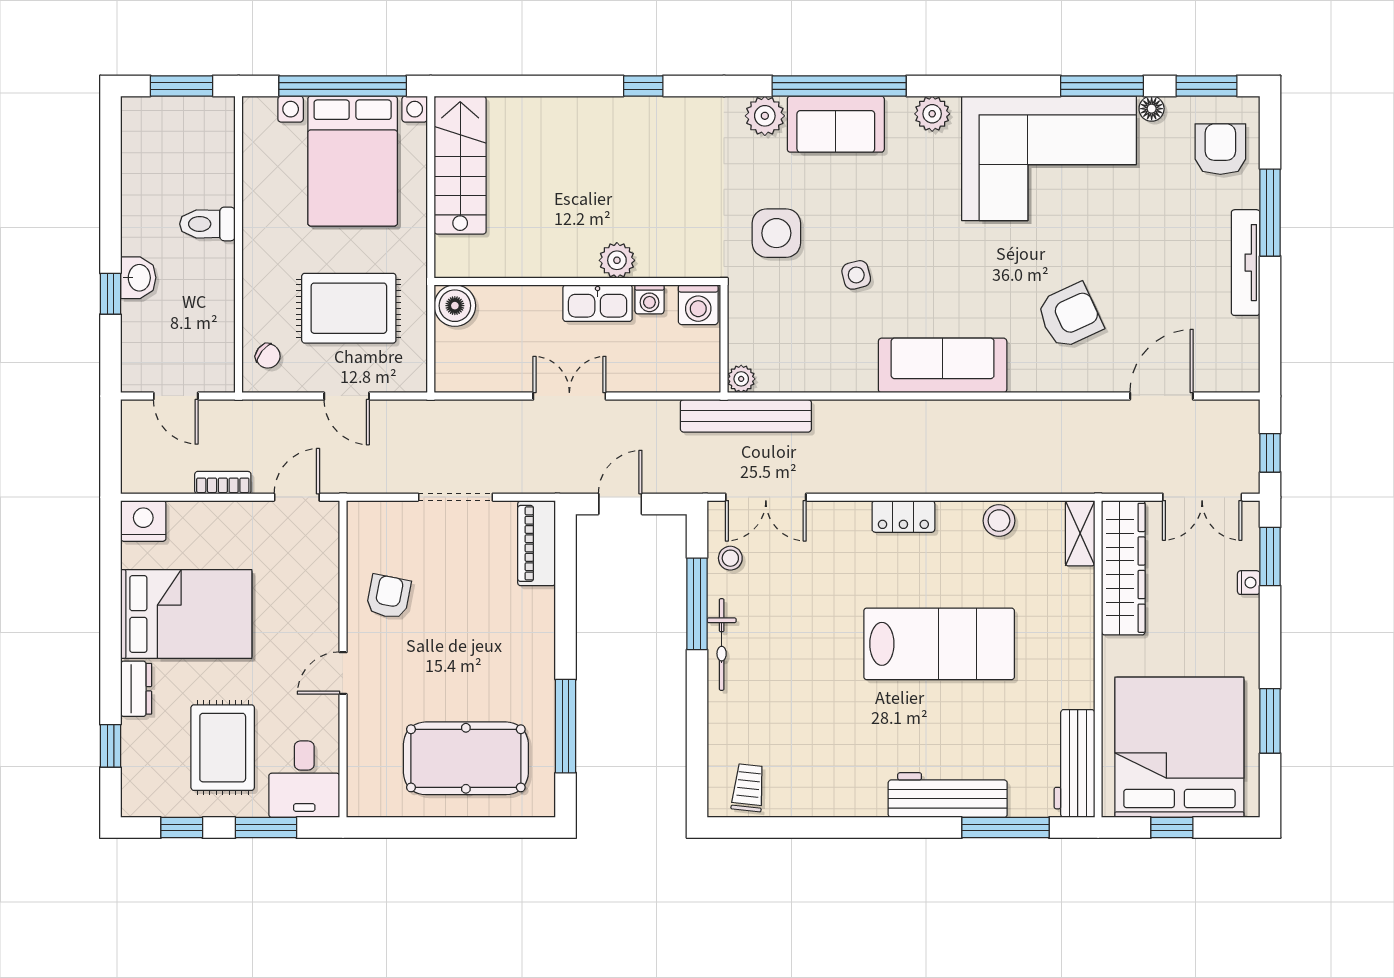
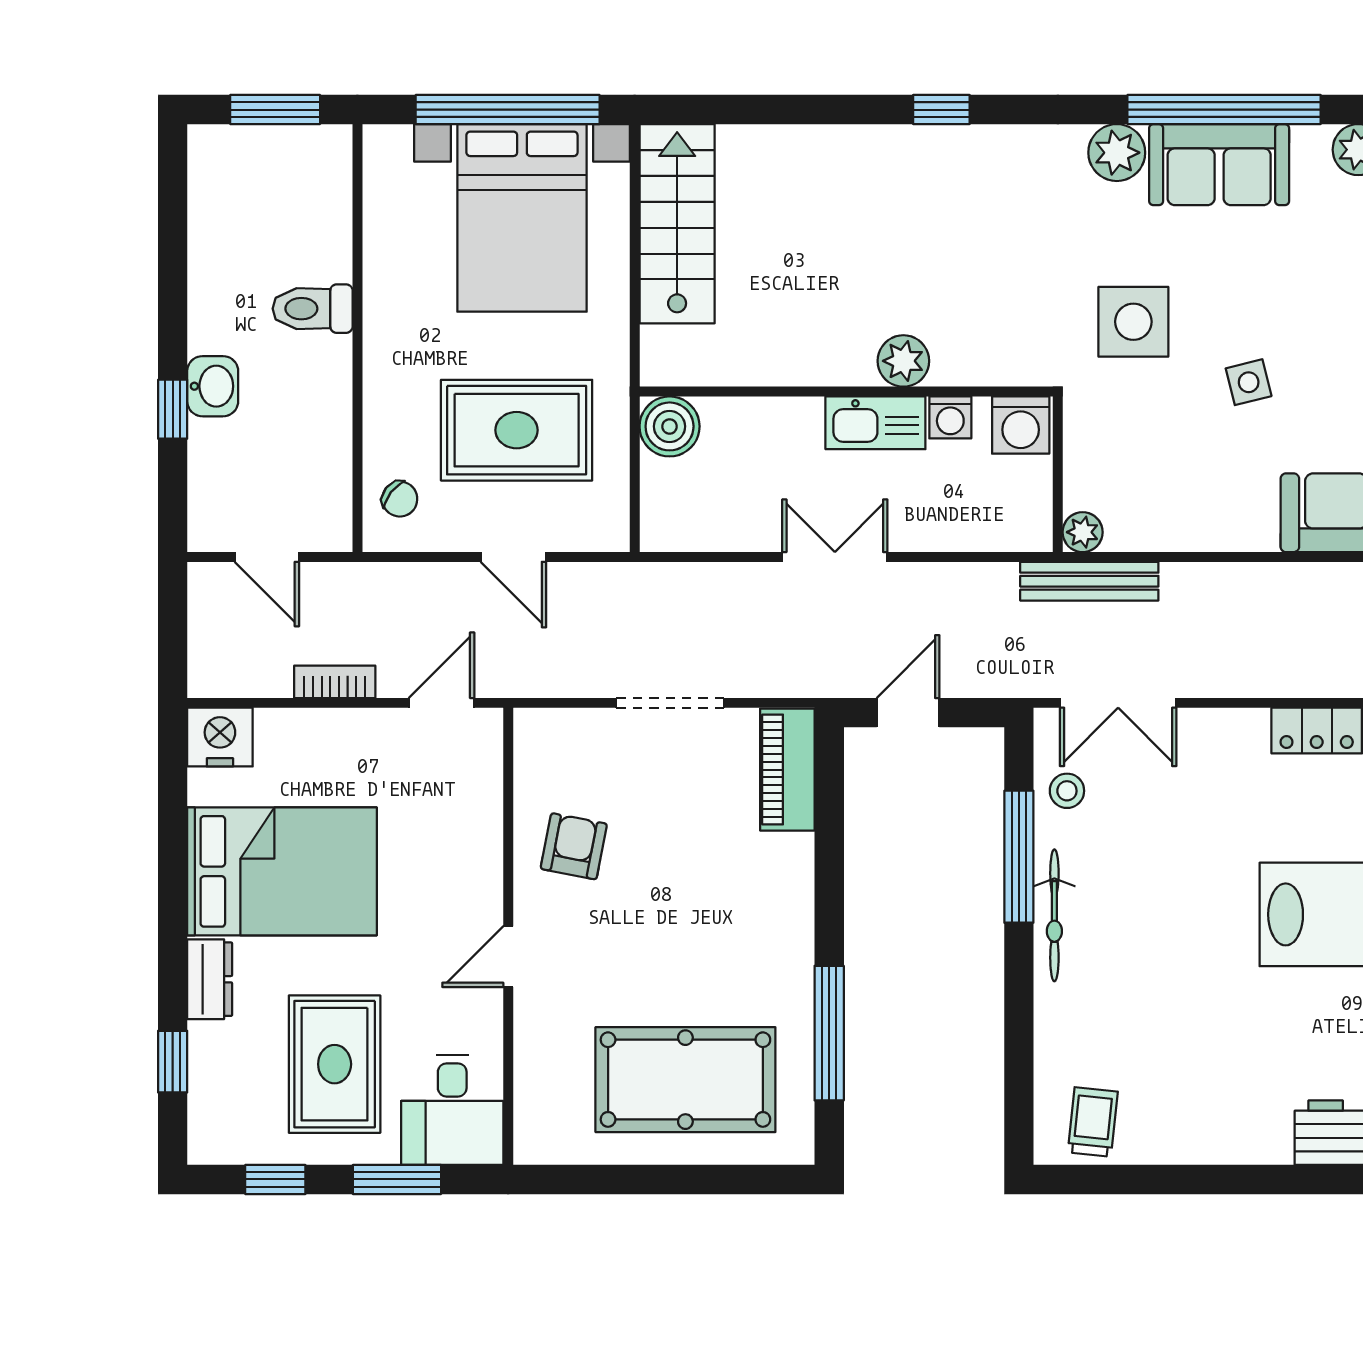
bench: (746, 416) -> (1089, 581), width x0.73, depth x0.82

